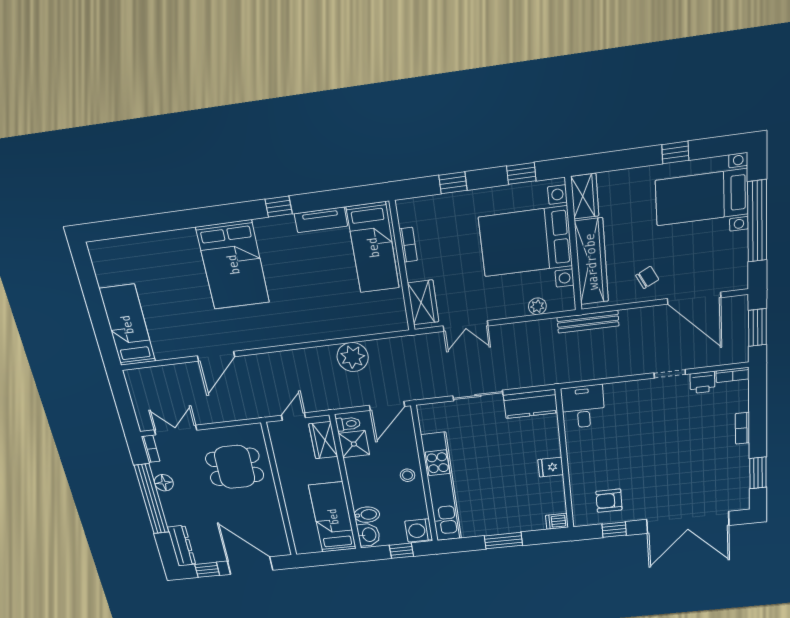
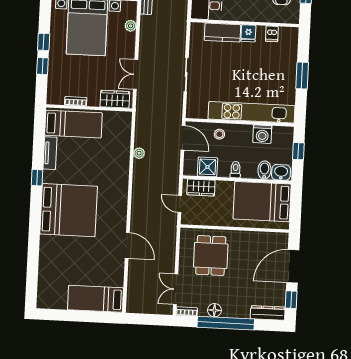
window: (521, 173) -> (44, 42), moved
bed: (233, 265) -> (69, 210), width x1.36
double door: (465, 326) -> (136, 74), swing flipped
plant: (353, 357) -> (139, 153), width x0.53, depth x0.53
kitchen counter: (531, 404) -> (223, 33), moved, turned 90
toilet: (348, 424) -> (236, 170), moved
stool: (407, 475) -> (219, 134), moved
bed: (333, 517) -> (262, 202), width x1.50
dishwasher: (557, 521) -> (272, 34), moved
washing machine: (419, 530) -> (262, 134), moved

